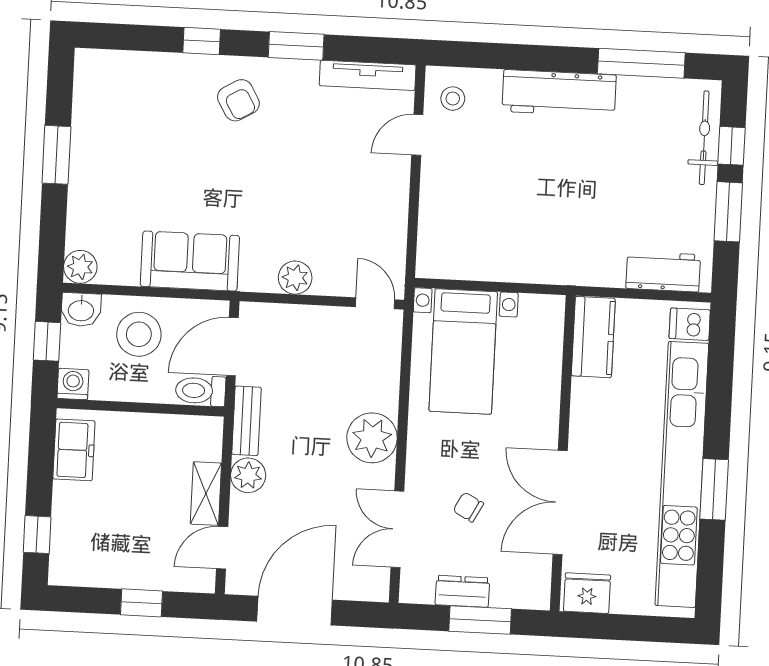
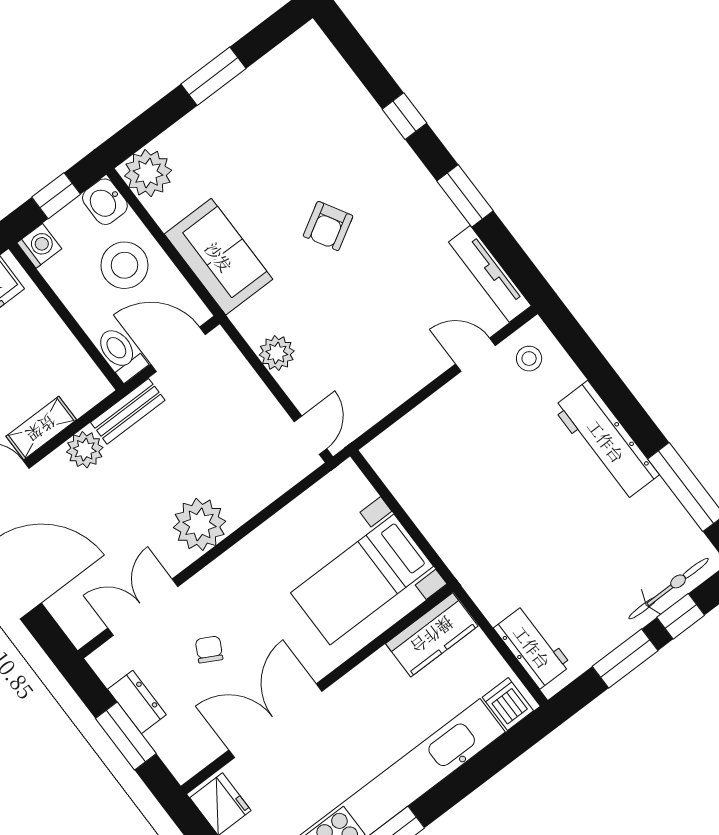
armchair: (238, 100) -> (328, 226), moved
plant: (80, 267) -> (148, 173), width x1.36, depth x1.36
bed with nightstands: (463, 351) -> (362, 579), moved

